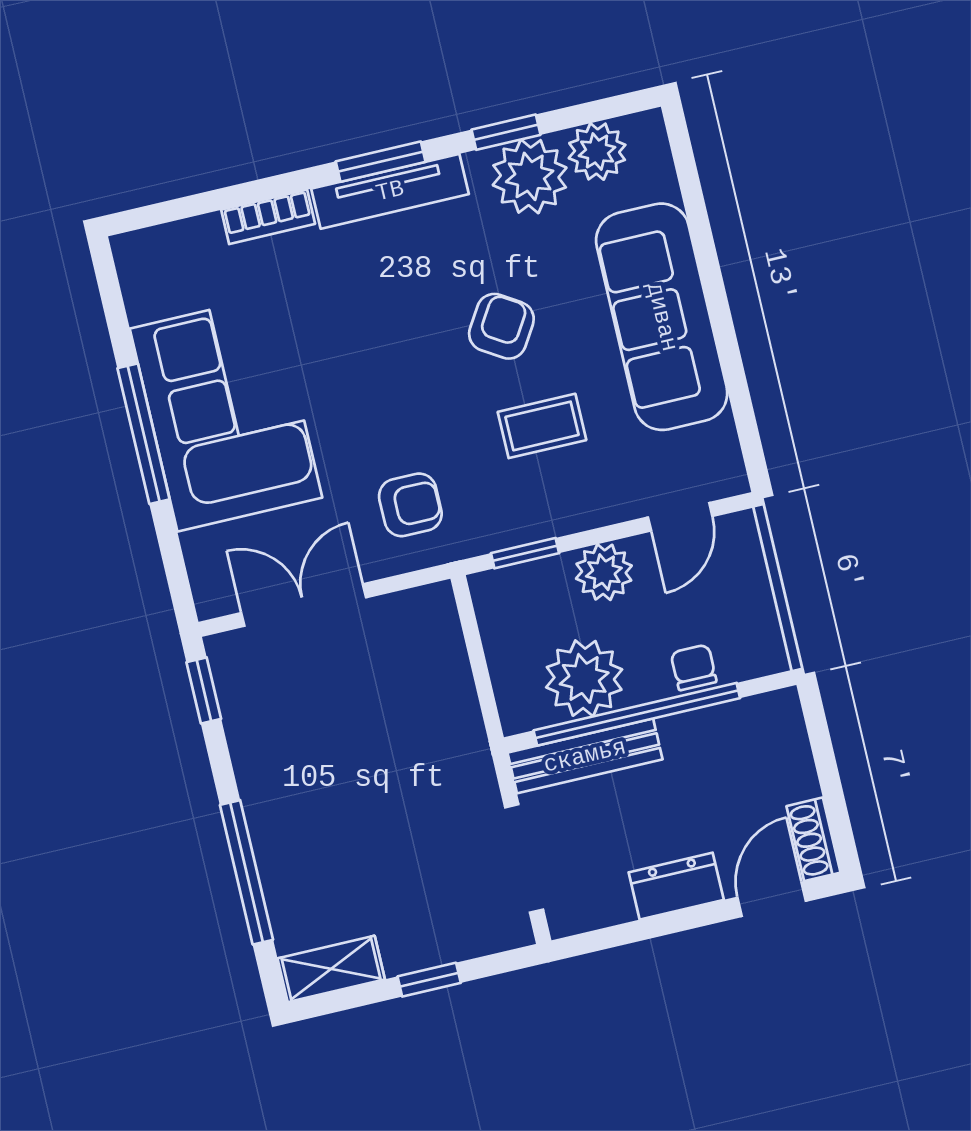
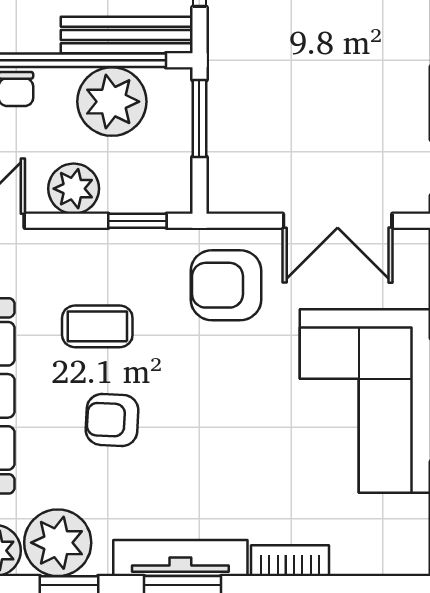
armchair: (501, 326) -> (112, 420), turned 61
armchair: (410, 505) -> (226, 285), width x1.38, depth x1.38
window: (483, 682) -> (199, 118), added

